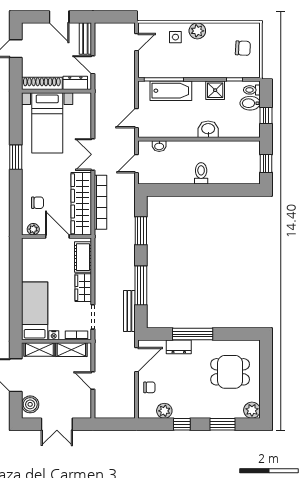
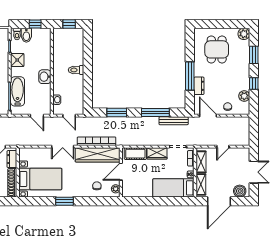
washbasin: (208, 129) -> (45, 77), moved

